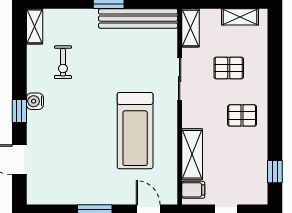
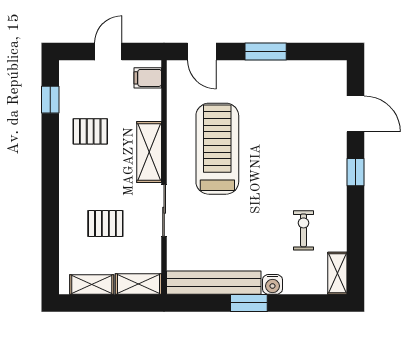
shelving: (190, 28) -> (138, 284), moved, turned 90
water cooler: (35, 101) -> (272, 284), moved, turned 90
pallet: (242, 115) -> (90, 131), moved
shelving: (192, 154) -> (149, 152), moved

